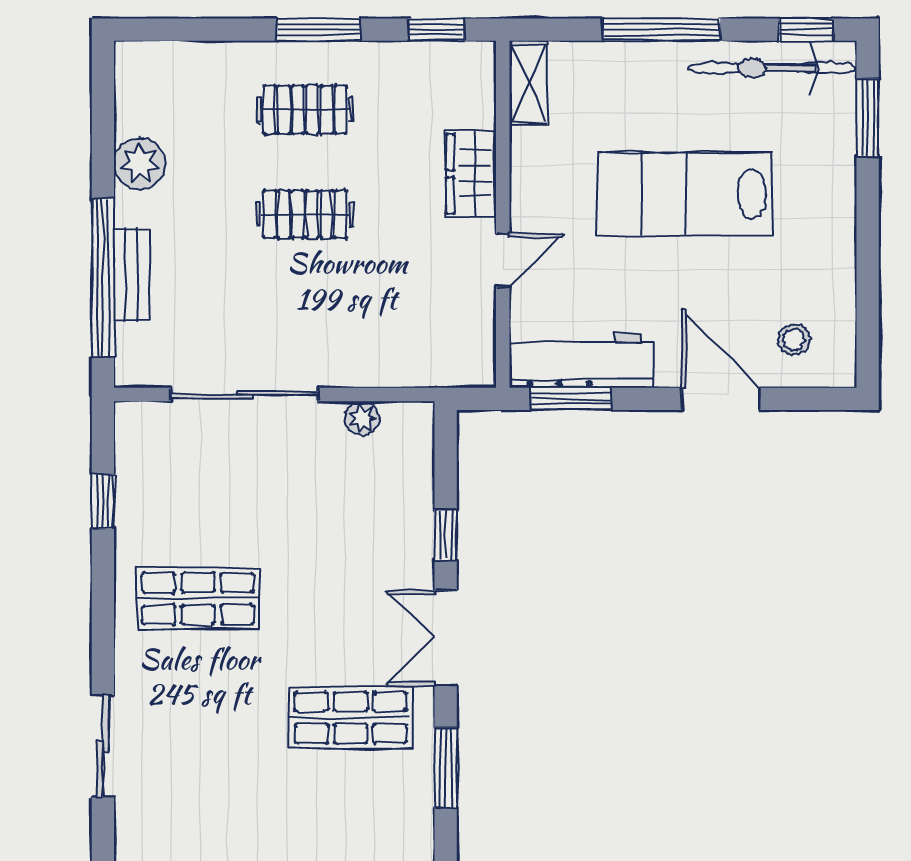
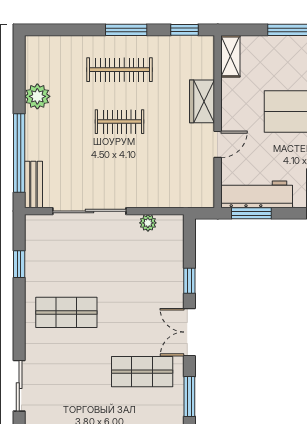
clothes rail: (305, 110) -> (120, 70), width x1.36
bench: (132, 274) -> (33, 185), moved

